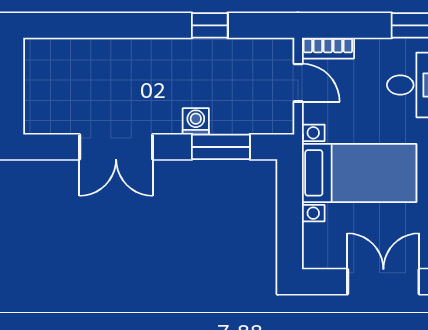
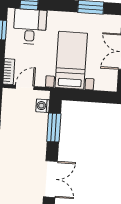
washing machine: (196, 121) -> (43, 106), moved

